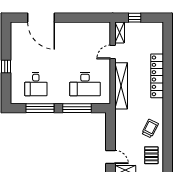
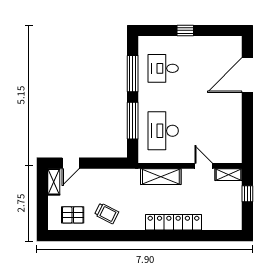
shelving: (121, 86) -> (161, 177), width x0.68

